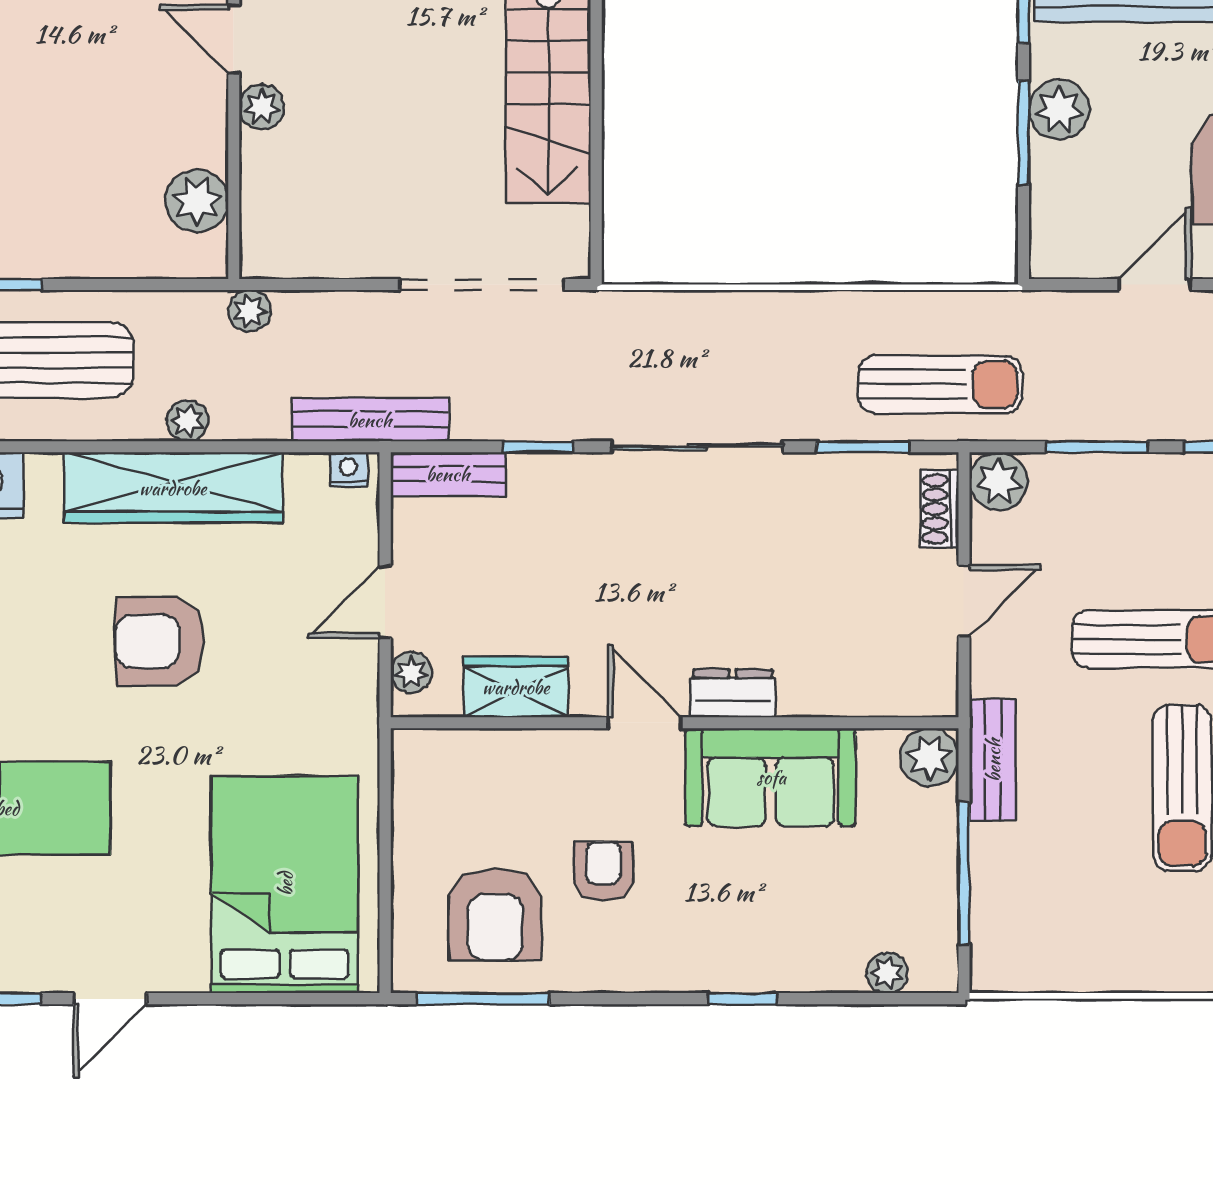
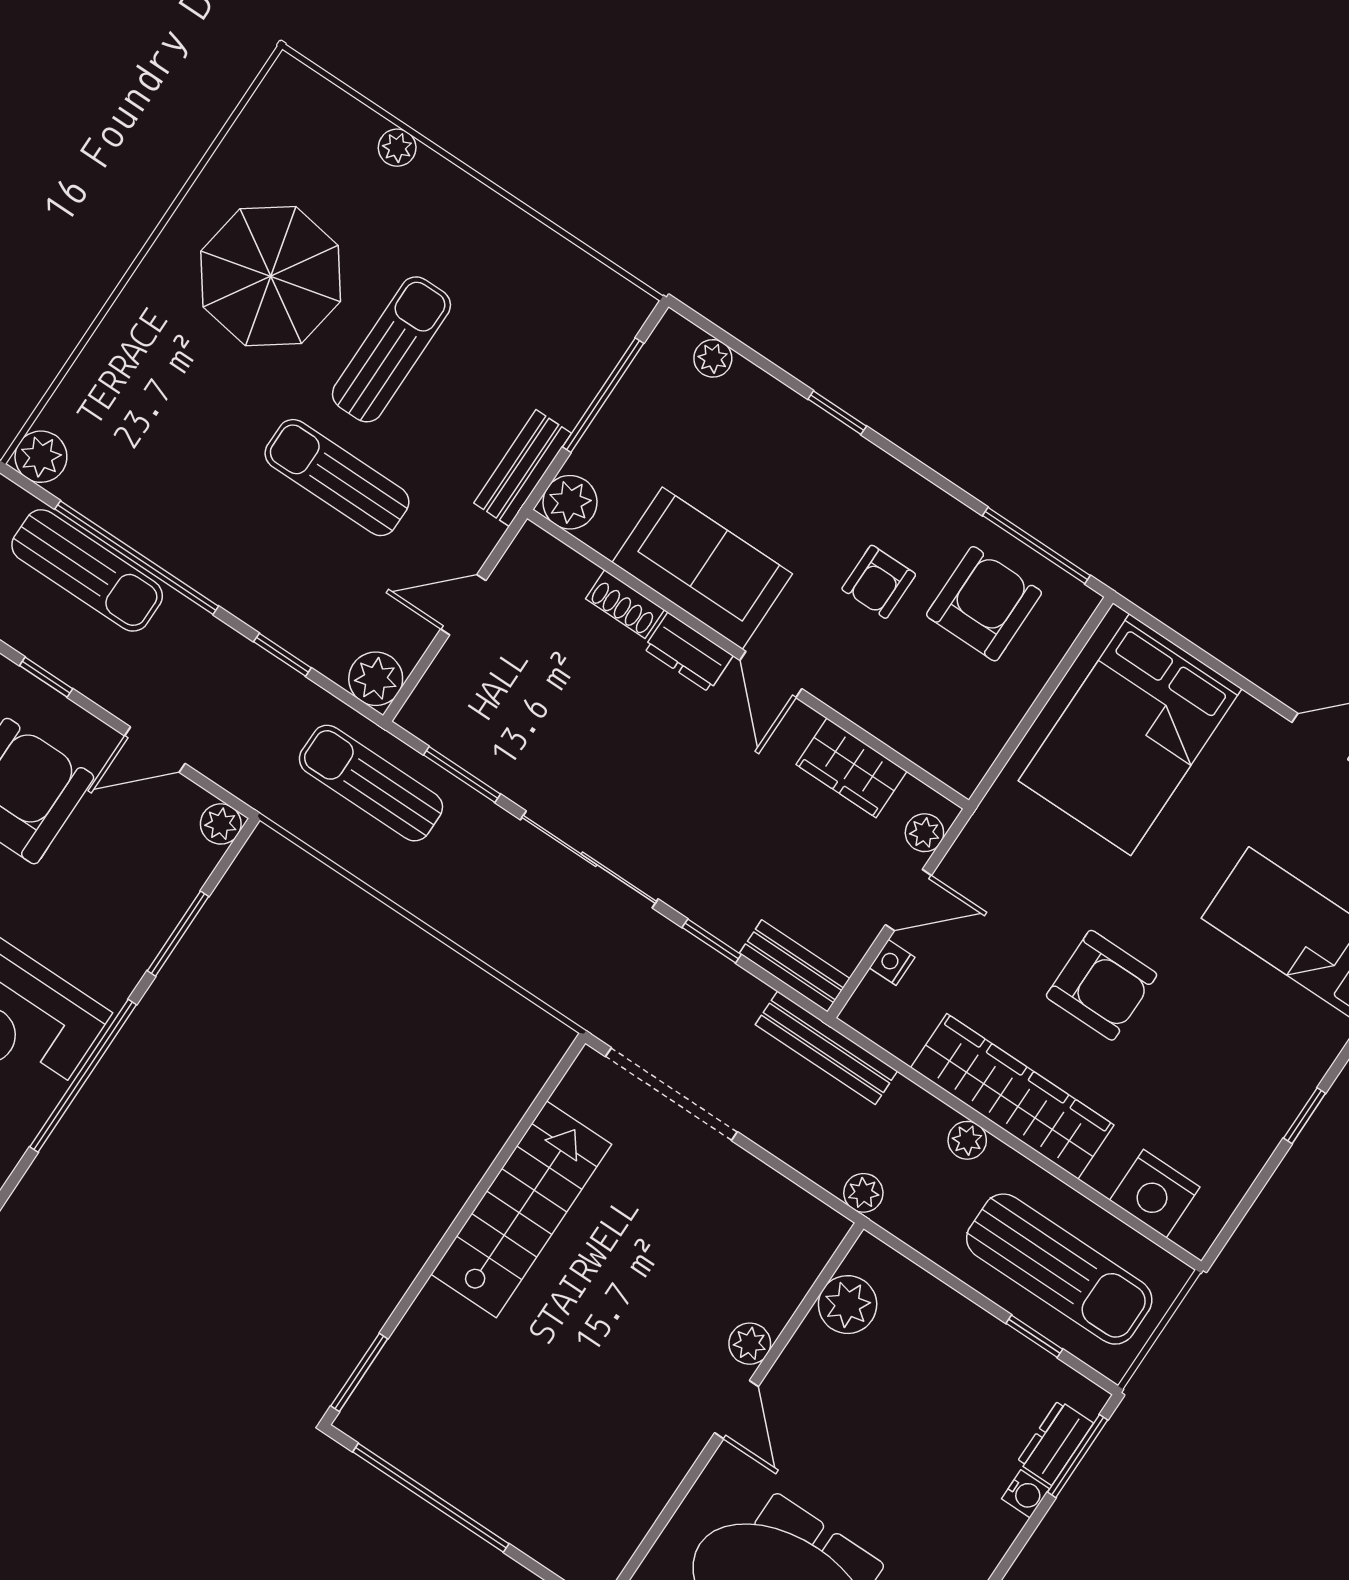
plant: (1059, 110) -> (221, 824), moved, width x0.73, depth x0.73
window: (1097, 447) -> (282, 655), width x0.67
nightstand: (349, 470) -> (892, 963), moved, turned 90
shoe rack: (940, 509) -> (625, 604), moved, turned 90

